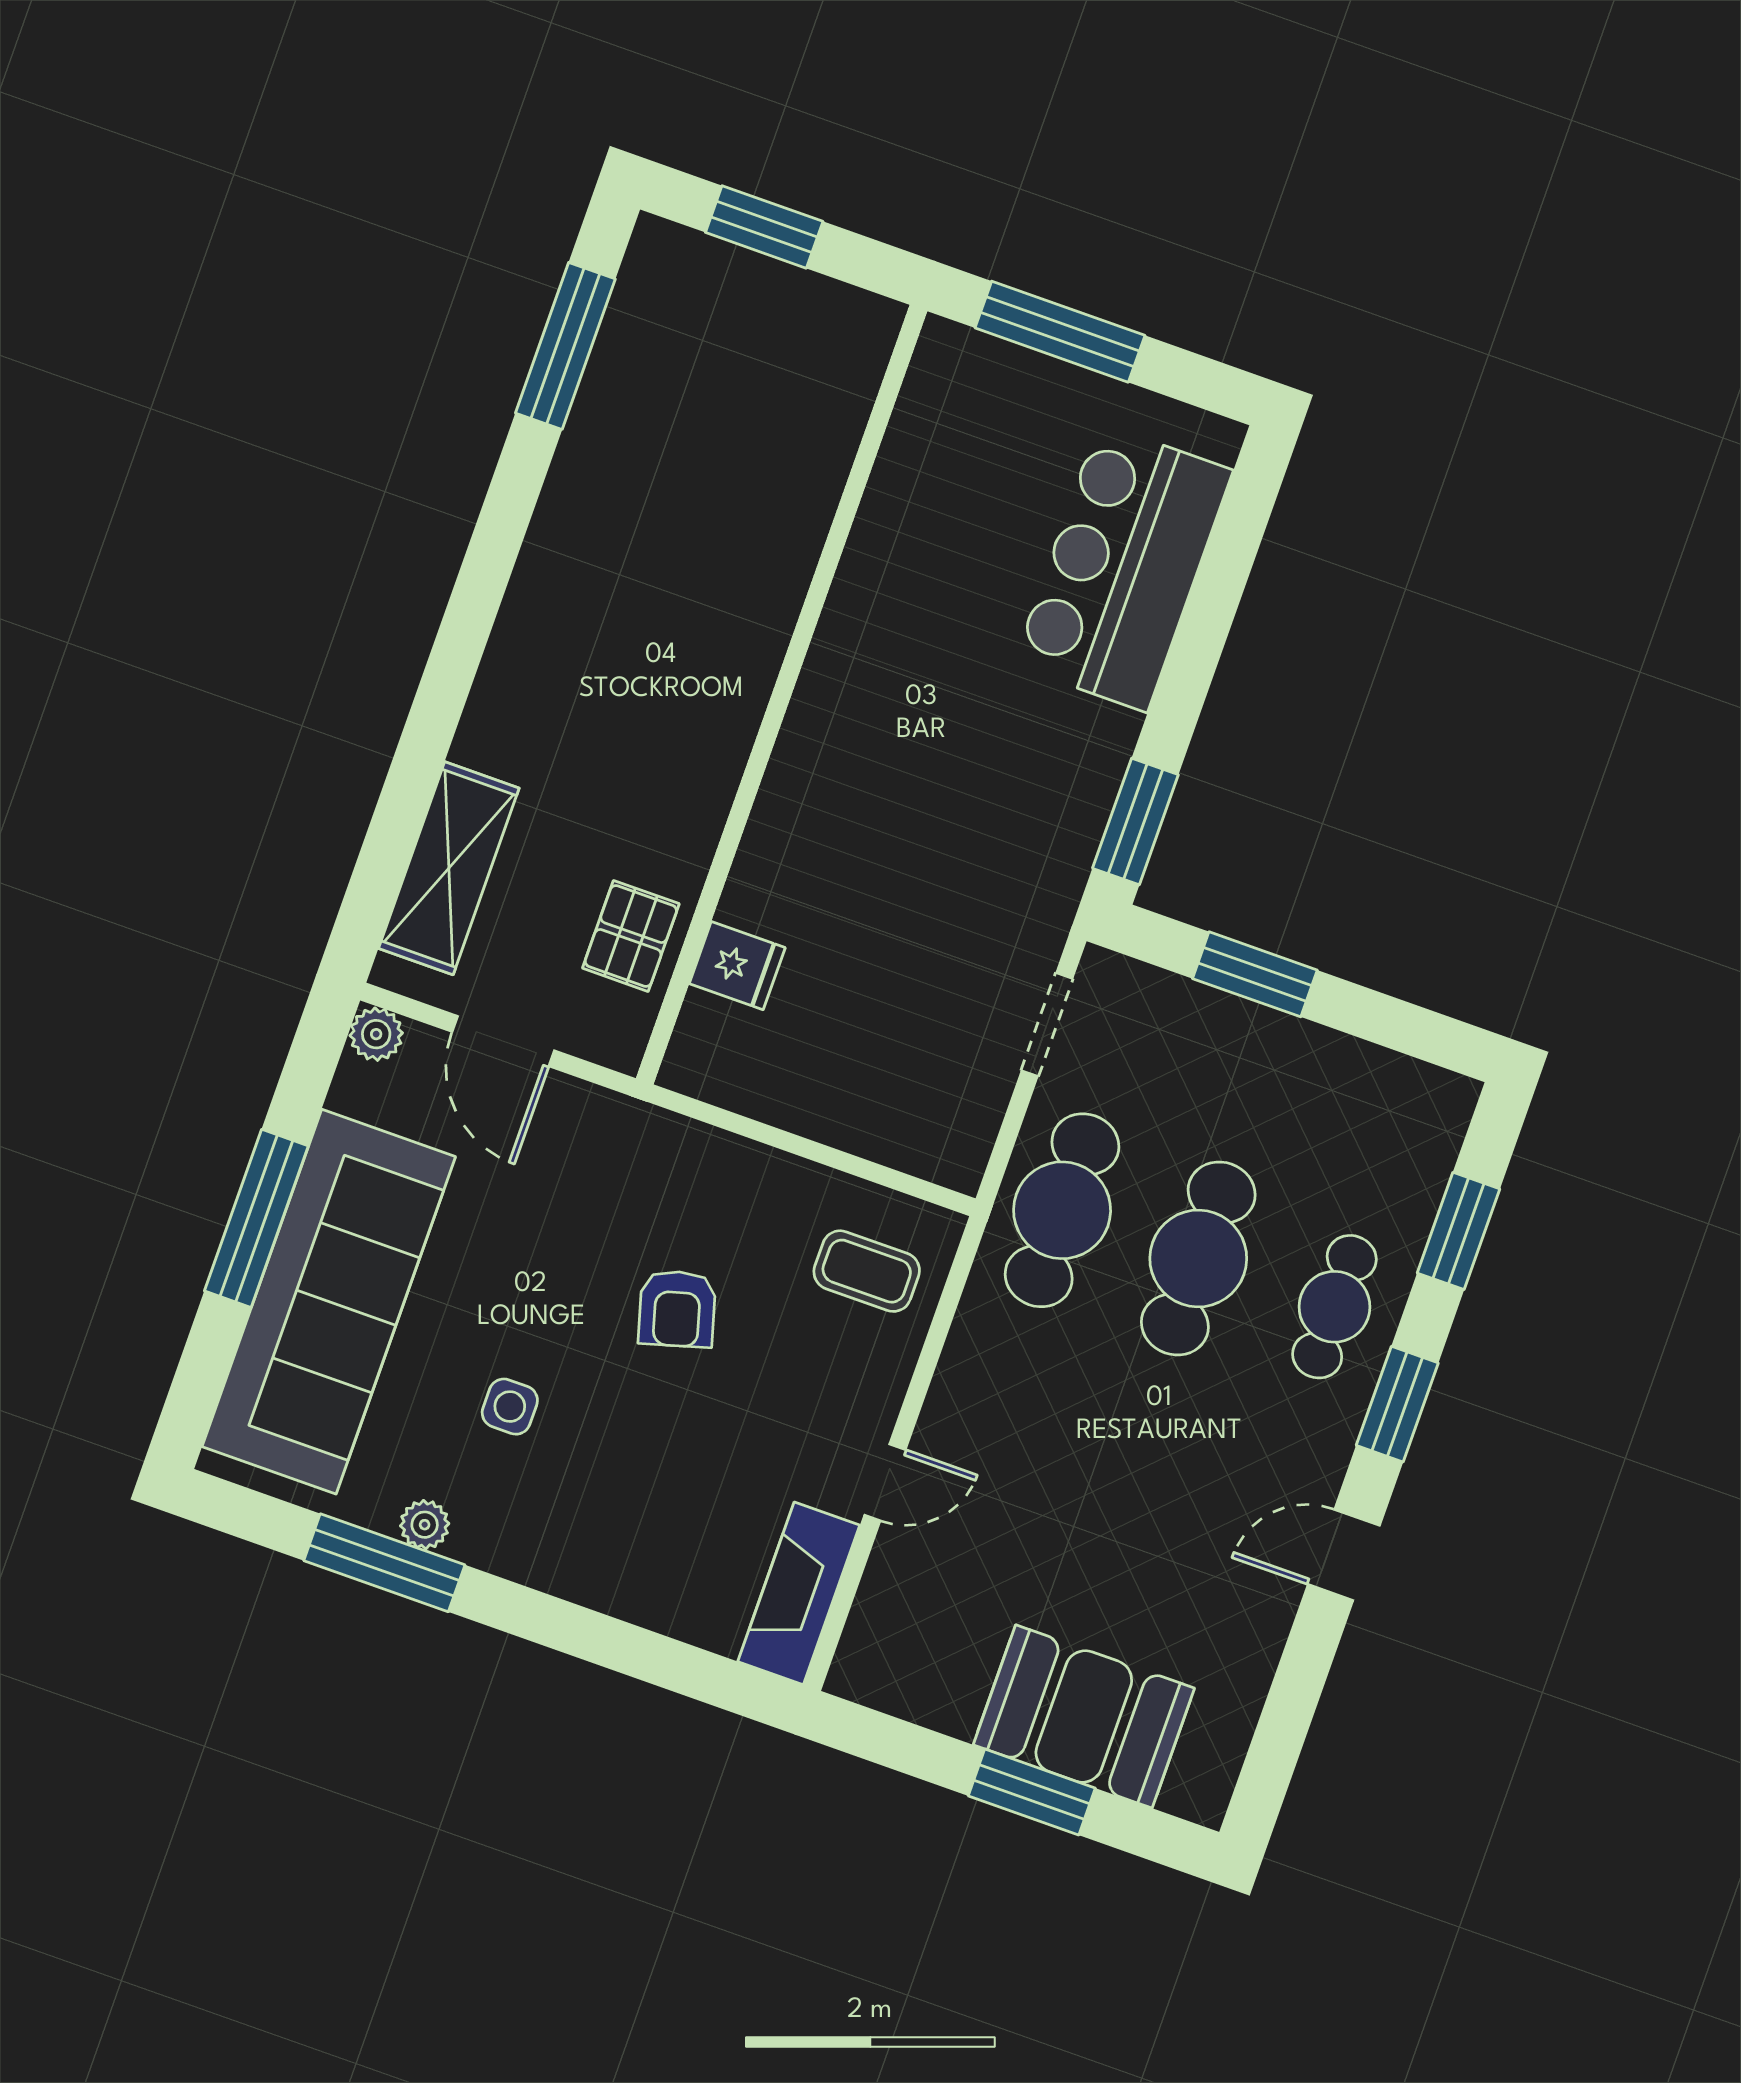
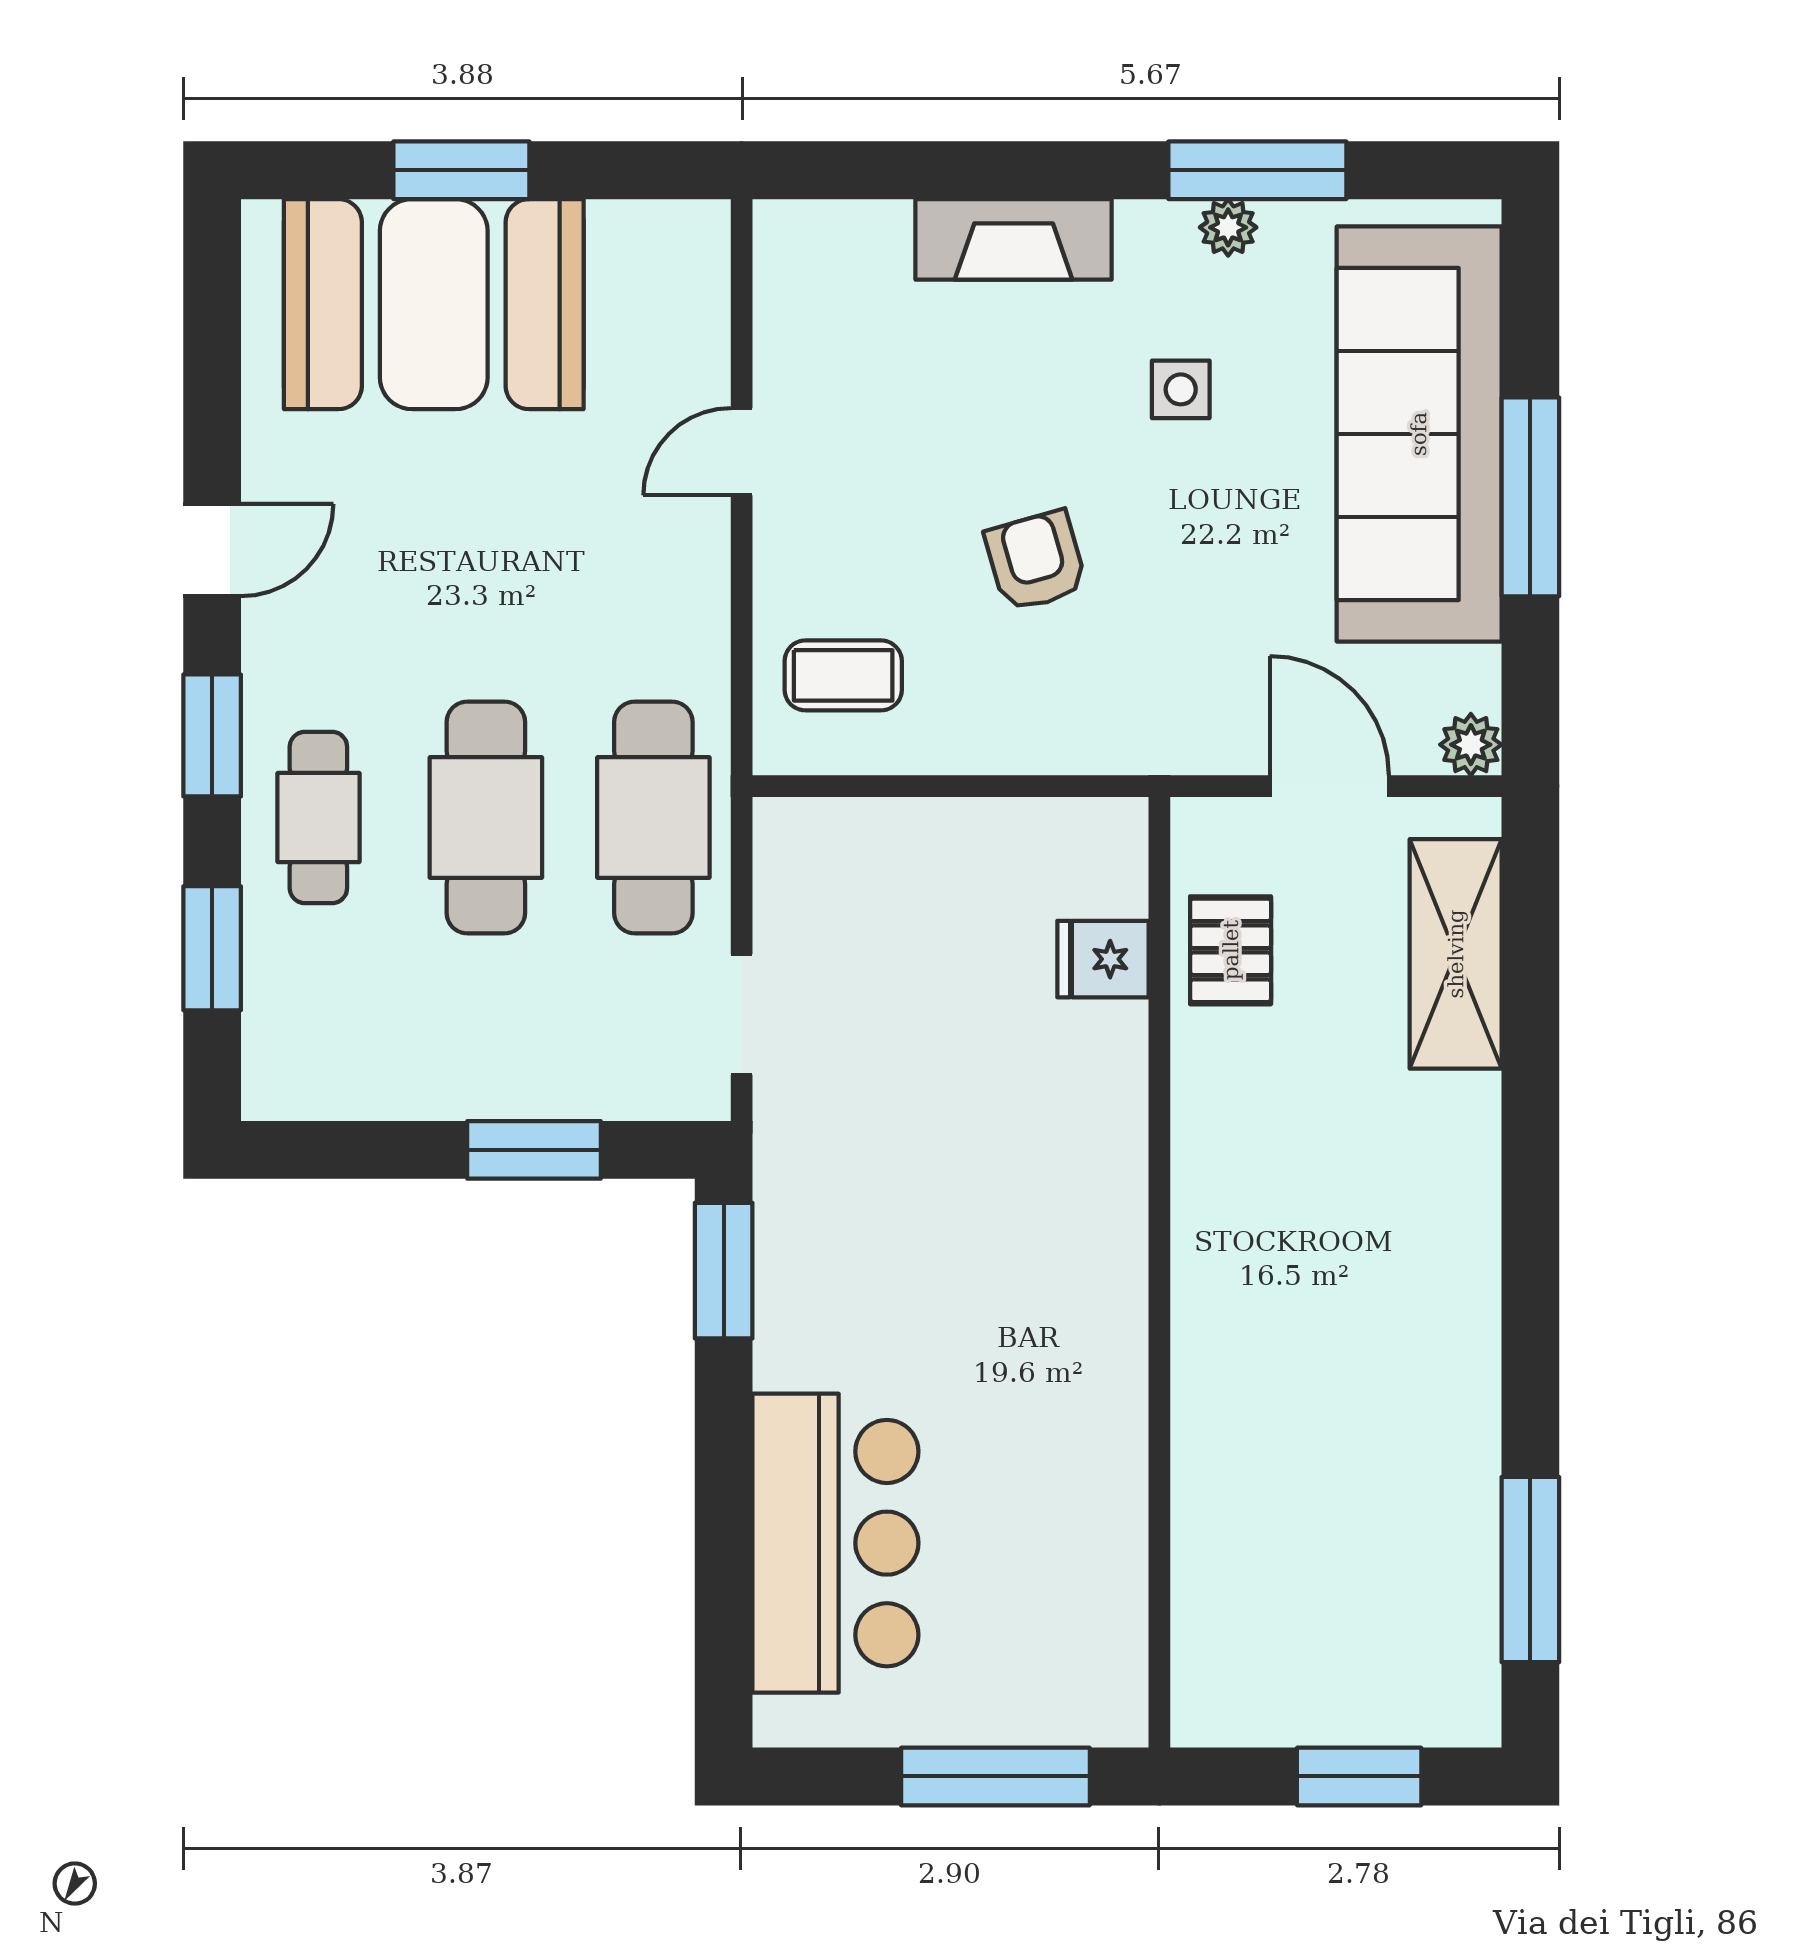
fireplace: (799, 1593) -> (1014, 239), moved, turned 90
booth: (1084, 1716) -> (434, 304), width x1.36, depth x1.42

